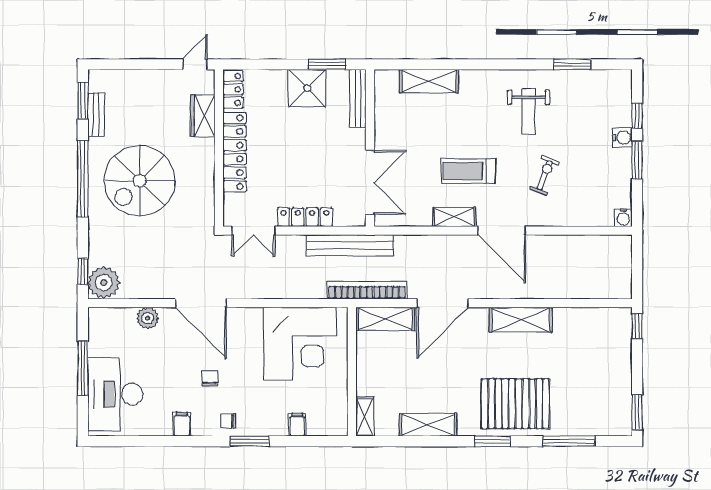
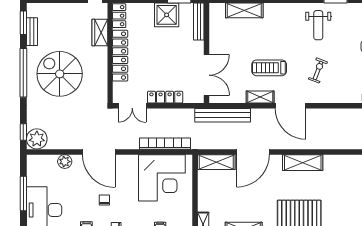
weight bench: (528, 111) -> (318, 25), moved
spiral stairs: (140, 181) -> (60, 74), turned 90
bench: (350, 245) -> (223, 115), moved
bookcase: (367, 290) -> (165, 144), moved

